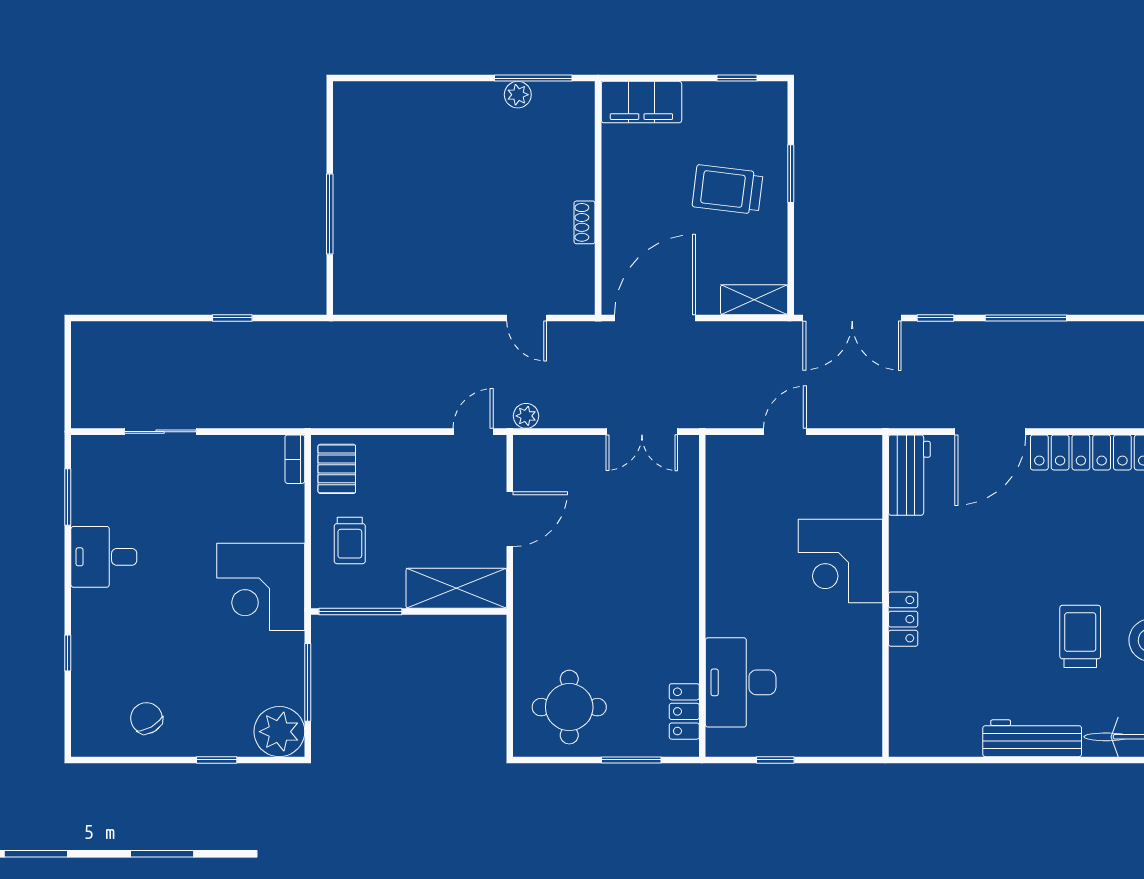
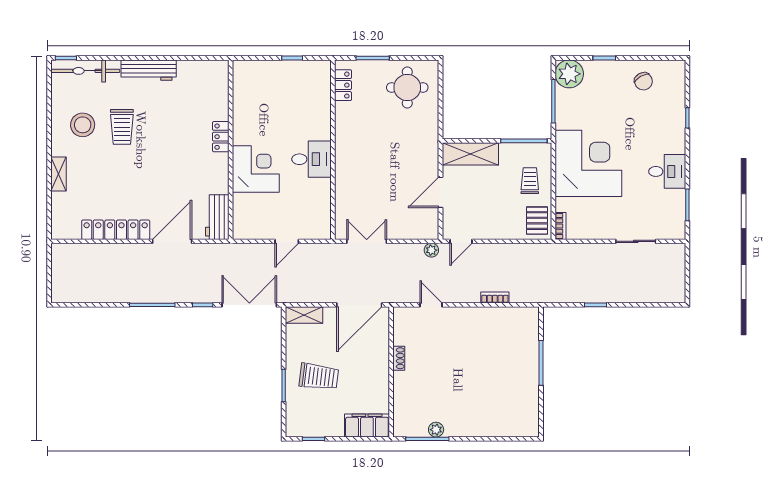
bookcase: (412, 331) -> (495, 297), added
corner desk: (261, 587) -> (588, 163), width x1.36, depth x1.36
desk: (741, 682) -> (312, 159), moved, width x0.73

